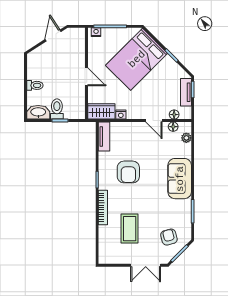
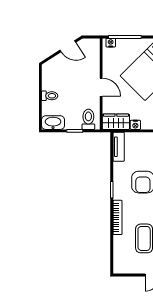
door: (53, 36) -> (68, 46), swing flipped
toilet: (57, 109) -> (88, 119), moved

